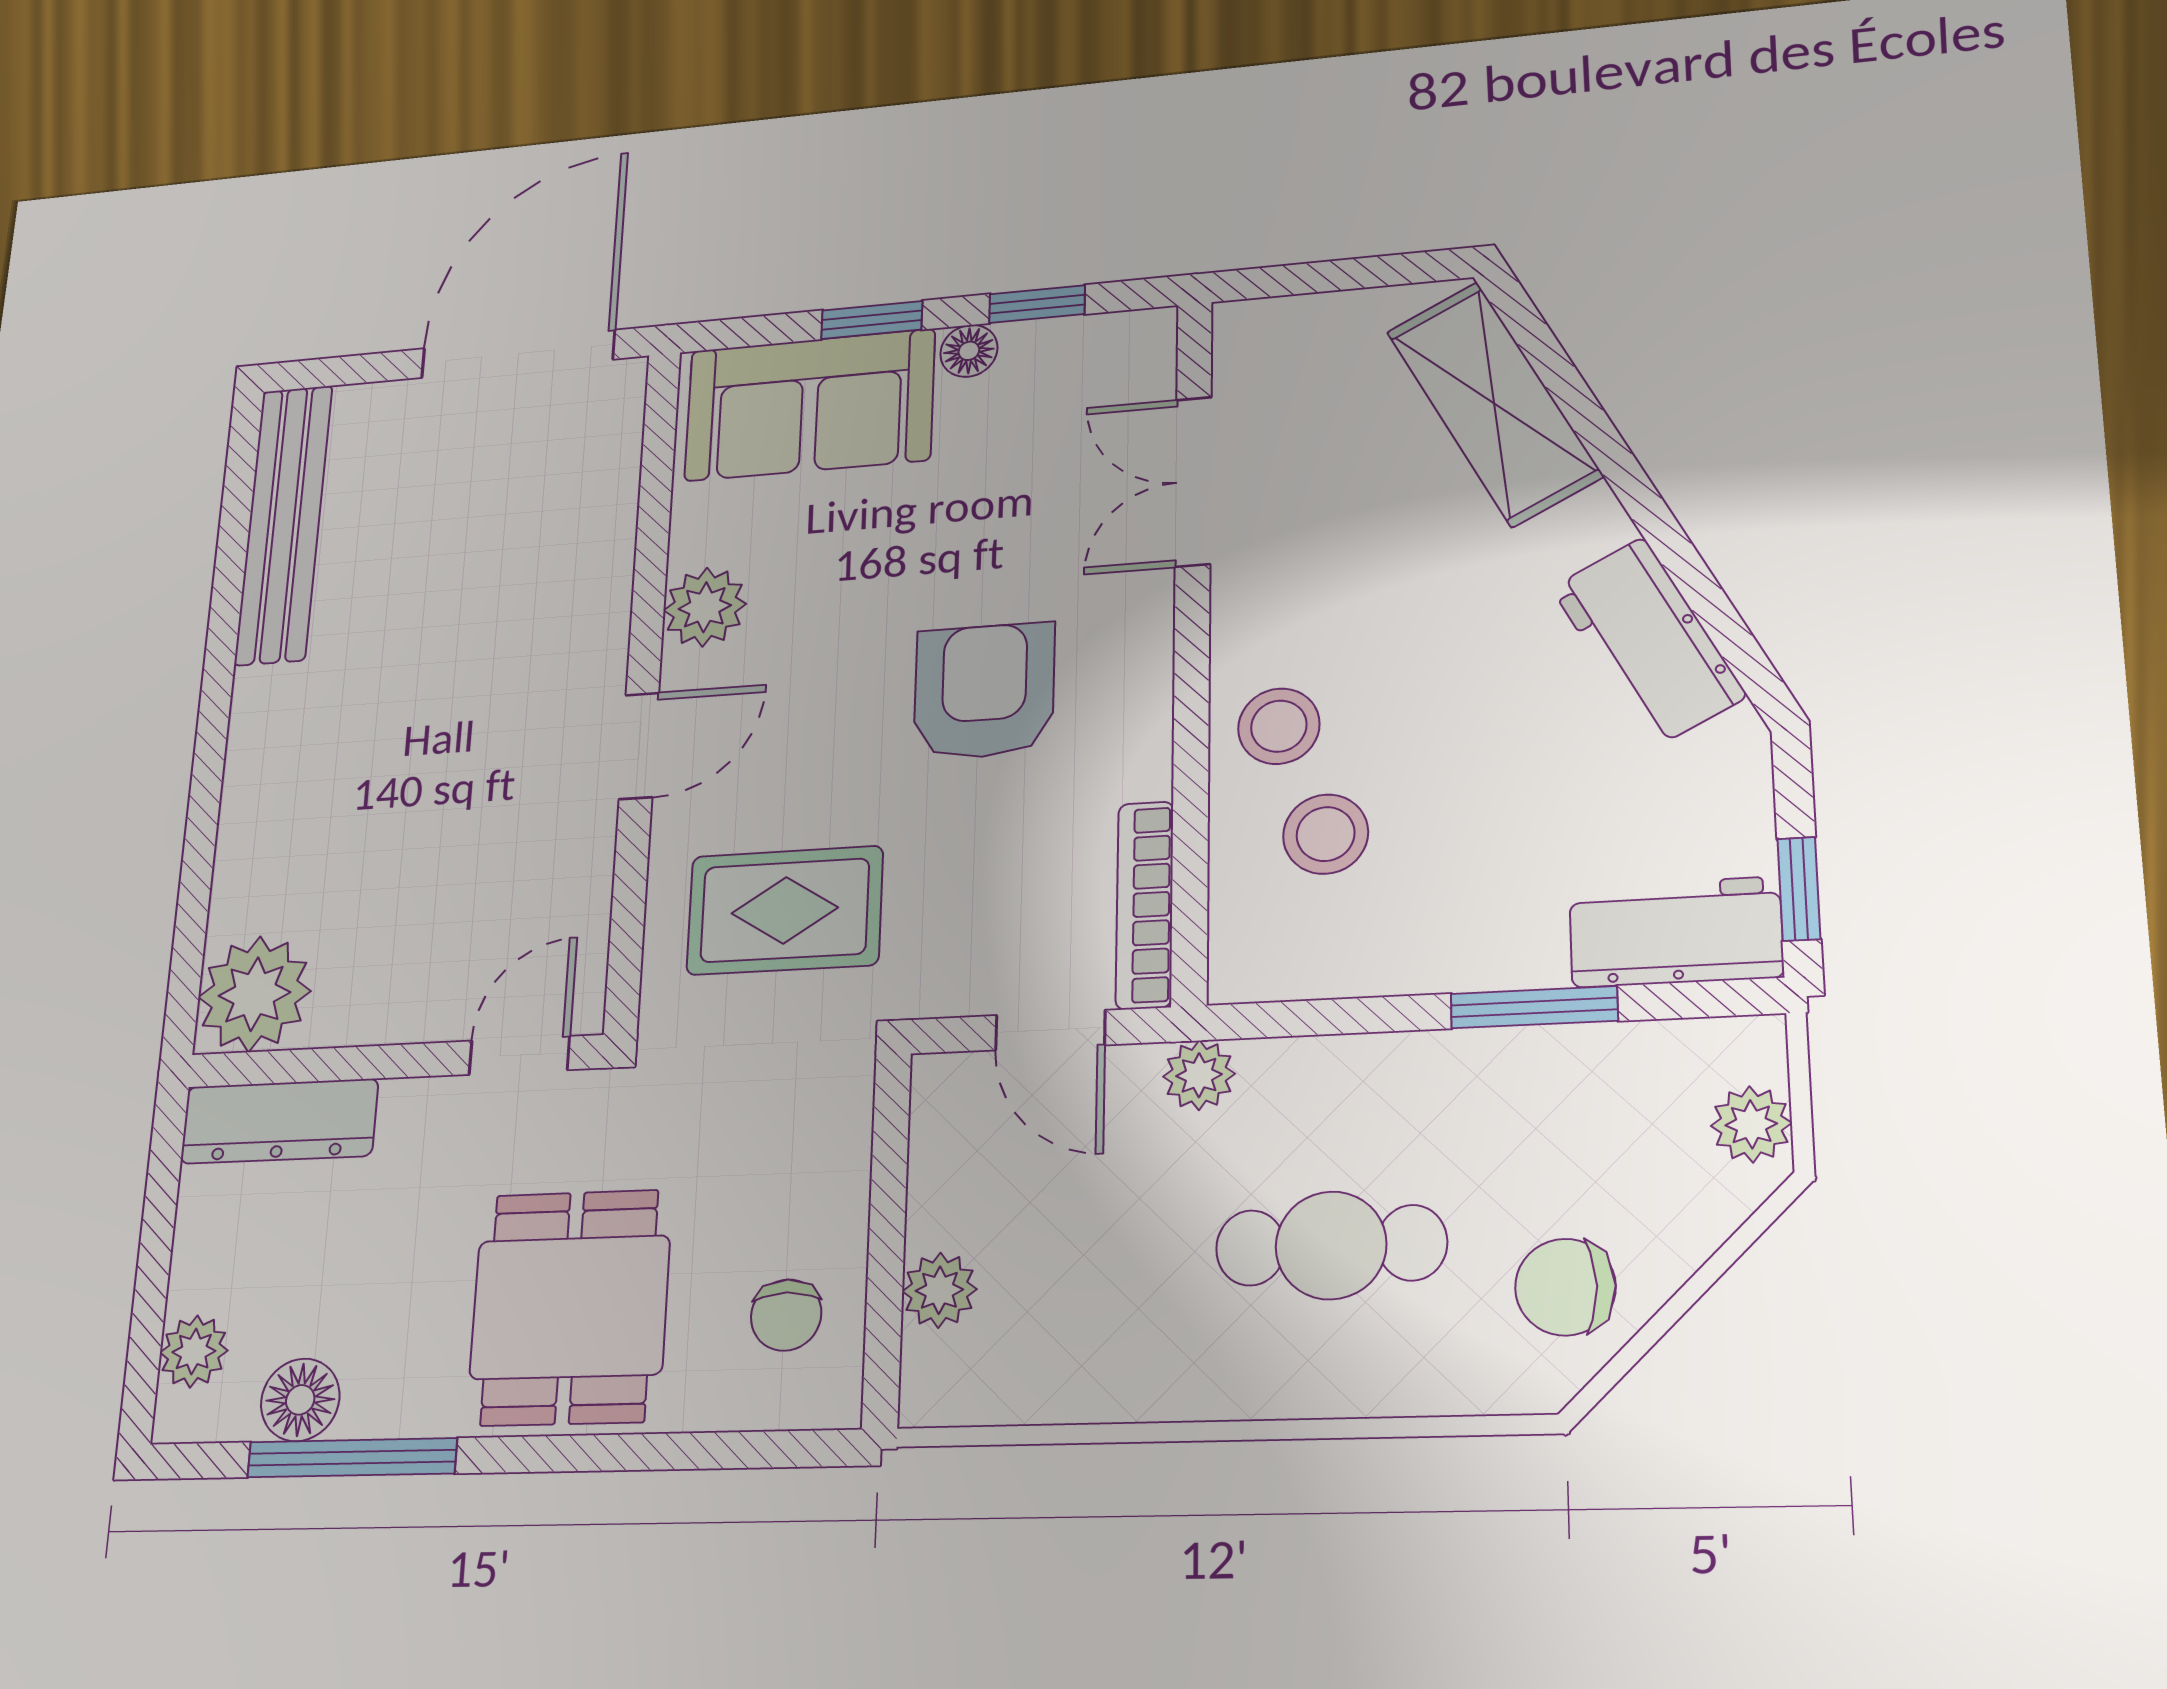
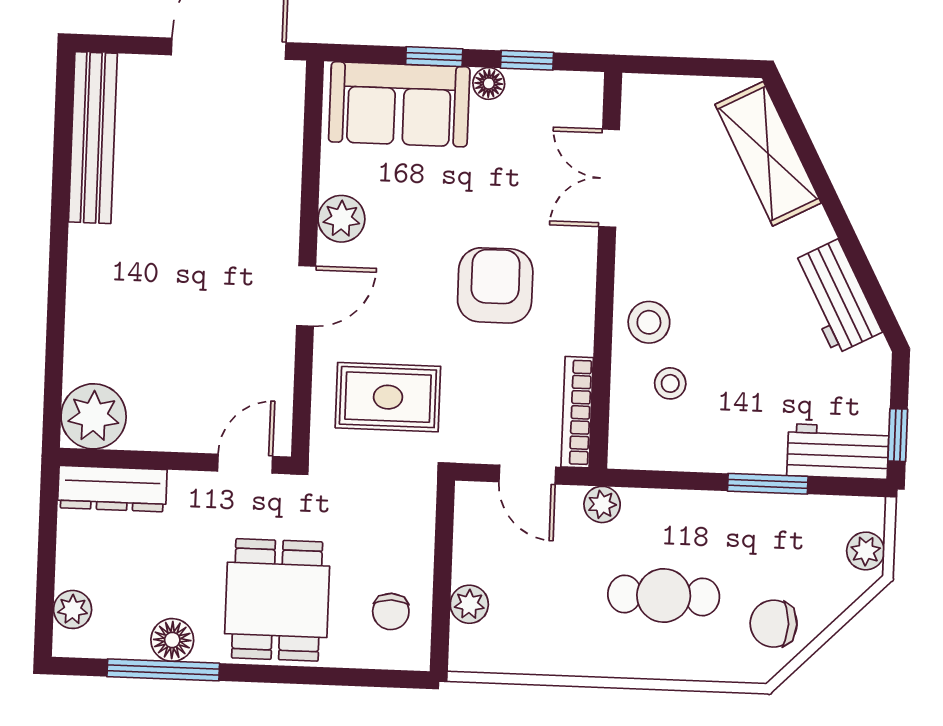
stool: (1326, 834) -> (670, 383), width x0.73, depth x0.73
floor lamp: (300, 1400) -> (172, 640), moved

